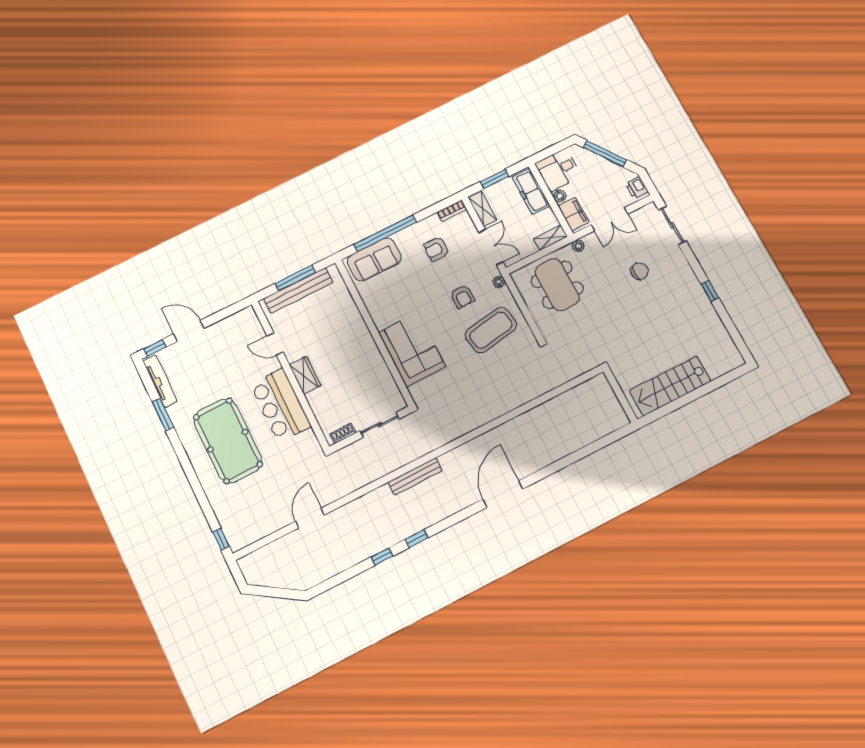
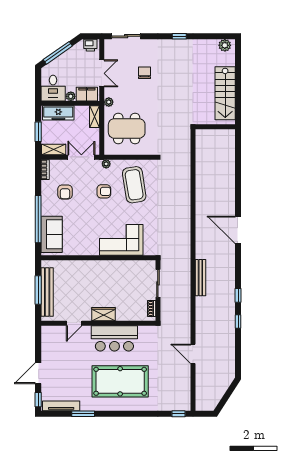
plant: (731, 354) -> (225, 45), added

